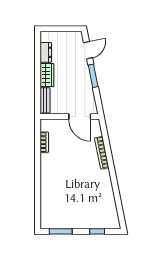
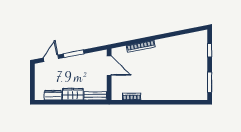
door: (88, 50) -> (51, 58), hinge flipped
door: (80, 116) -> (109, 66), hinge flipped

